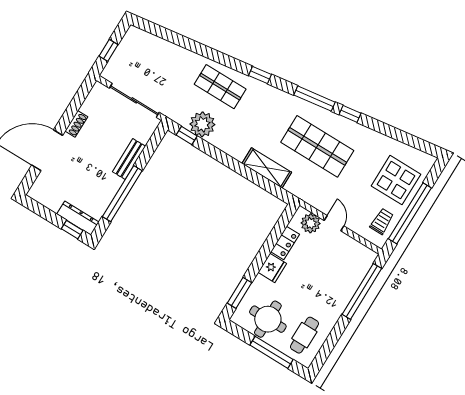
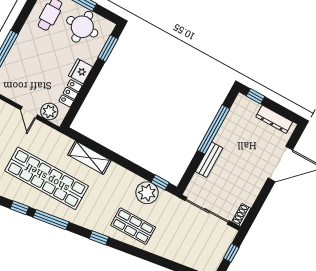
shoe rack: (76, 124) -> (241, 215), moved
shop shelf: (317, 146) -> (47, 178), width x1.40
dresser: (78, 218) -> (274, 119), moved

